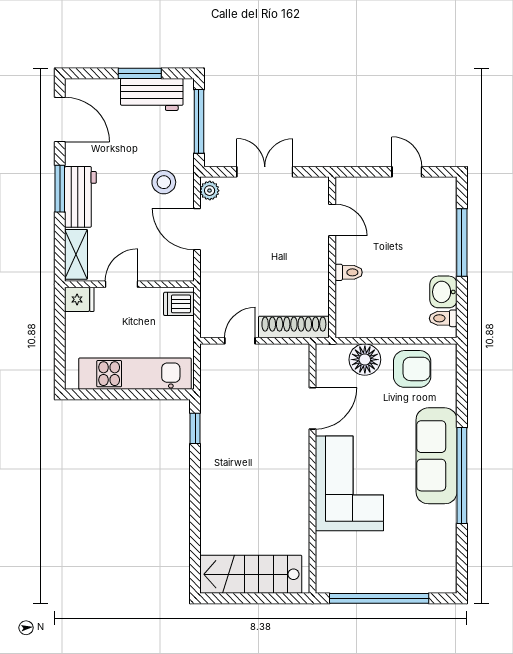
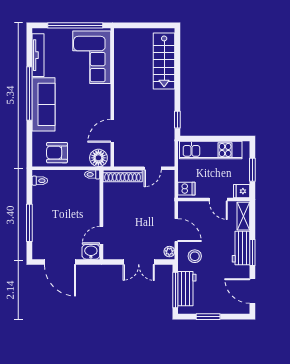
workbench: (152, 94) -> (187, 289), moved, turned 90
door: (407, 172) -> (60, 262), width x1.88
door: (332, 220) -> (101, 235), hinge flipped
toilet: (349, 272) -> (92, 174), moved
door: (122, 284) -> (218, 200), hinge flipped
washbasin: (443, 292) -> (91, 252), moved, turned -90
window: (60, 338) -> (252, 170), added
floor lamp: (365, 360) -> (98, 158), moved
corner sofa: (349, 483) -> (92, 57), moved
tv unit: (446, 545) -> (38, 55), added
stairs: (251, 574) -> (164, 61), moved, turned 90

